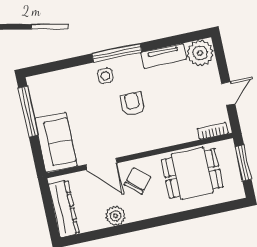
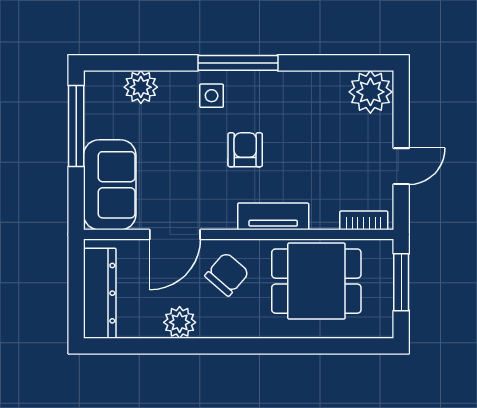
tv unit: (164, 56) -> (273, 216), moved, turned 180
plant: (62, 80) -> (141, 87), added
door: (101, 164) -> (175, 234), hinge flipped

